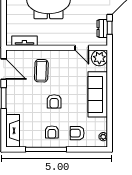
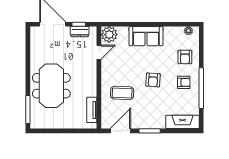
sofa: (98, 94) -> (146, 36), width x0.73
armchair: (54, 101) -> (153, 80), turned 94

